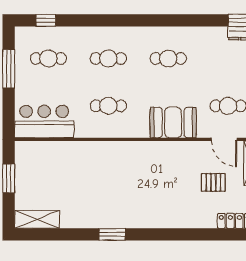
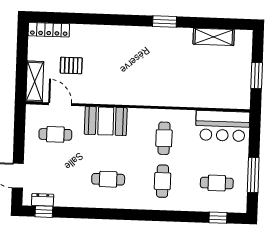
cafe table: (108, 59) -> (162, 181), turned 90
cafe table: (108, 106) -> (164, 138), turned 90
shelving: (37, 219) -> (214, 37), moved

